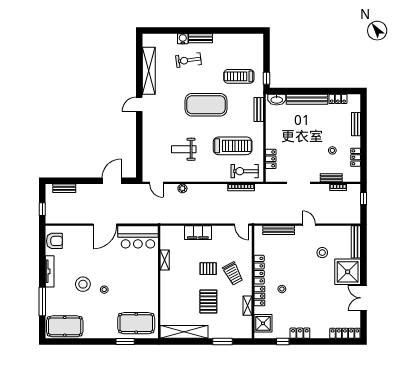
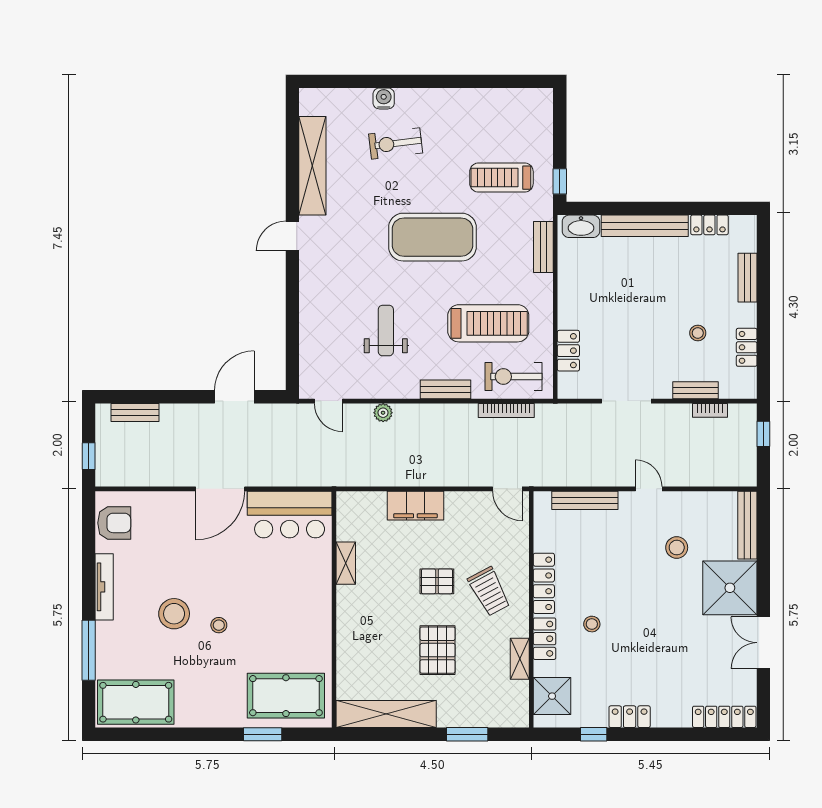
bench: (201, 38) -> (446, 389), moved
weight bench: (184, 149) -> (386, 331), turned 90

